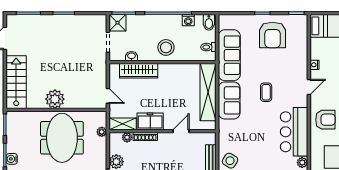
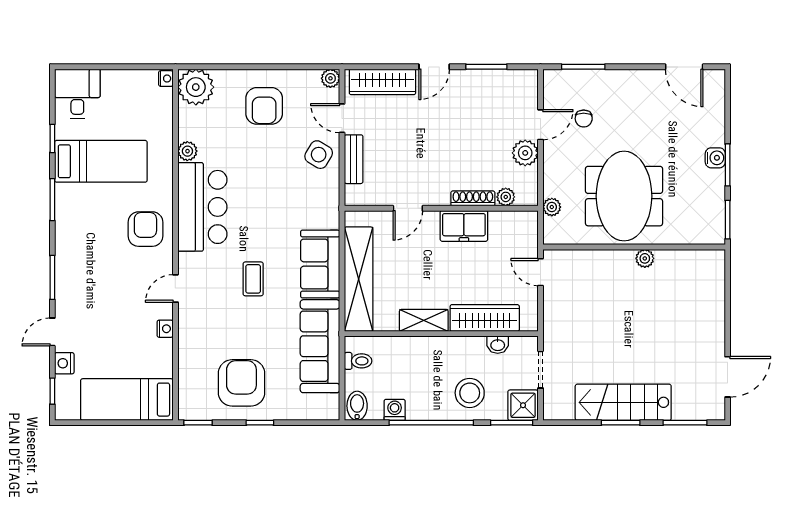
stool: (166, 47) -> (470, 393), moved
stairs: (16, 82) -> (623, 402), moved, turned 90
plant: (55, 99) -> (645, 258), width x0.53, depth x0.53
armchair: (325, 120) -> (145, 229), turned 90
shelving: (123, 124) -> (424, 320), moved

